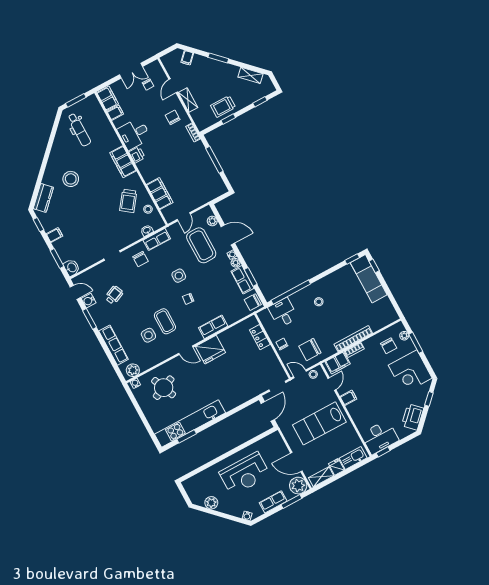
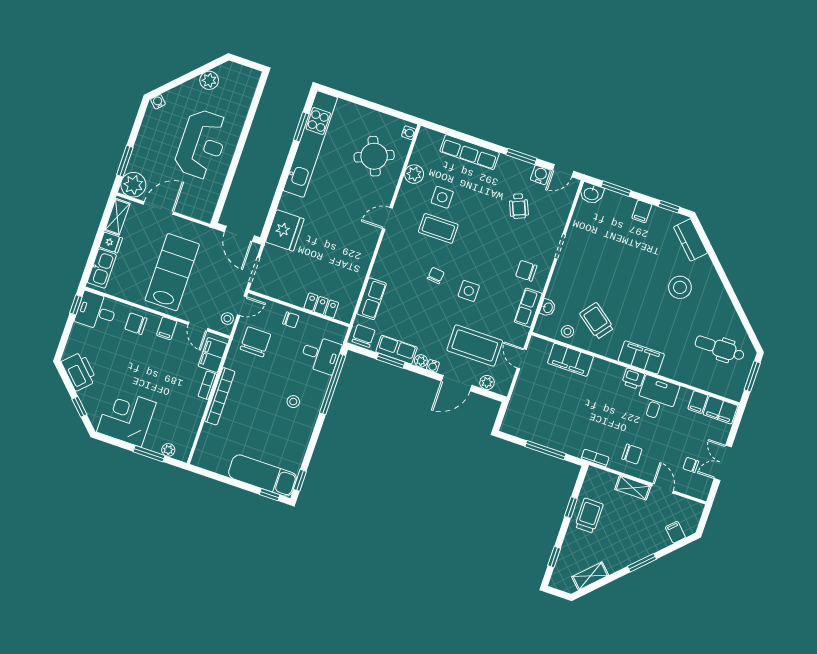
row of seats: (213, 327) -> (372, 299), moved
chair: (389, 346) -> (136, 324), moved
fridge: (211, 350) -> (285, 230), moved, turned 180
plant: (133, 370) -> (414, 174), moved
desk: (380, 437) -> (96, 311), width x0.73
reception desk: (245, 474) -> (202, 144), turned 180
row of seats: (273, 502) -> (144, 143), removed

